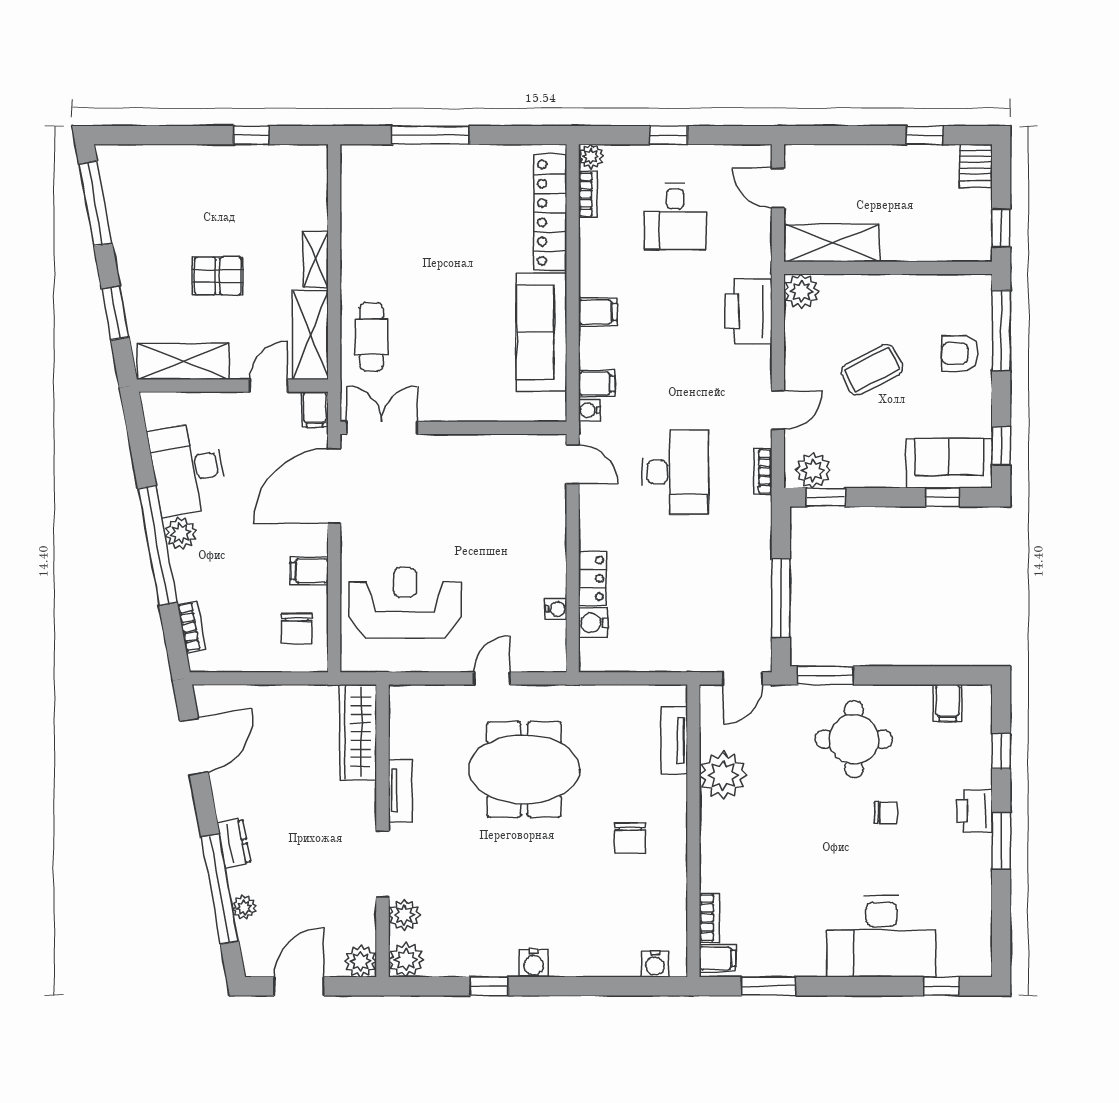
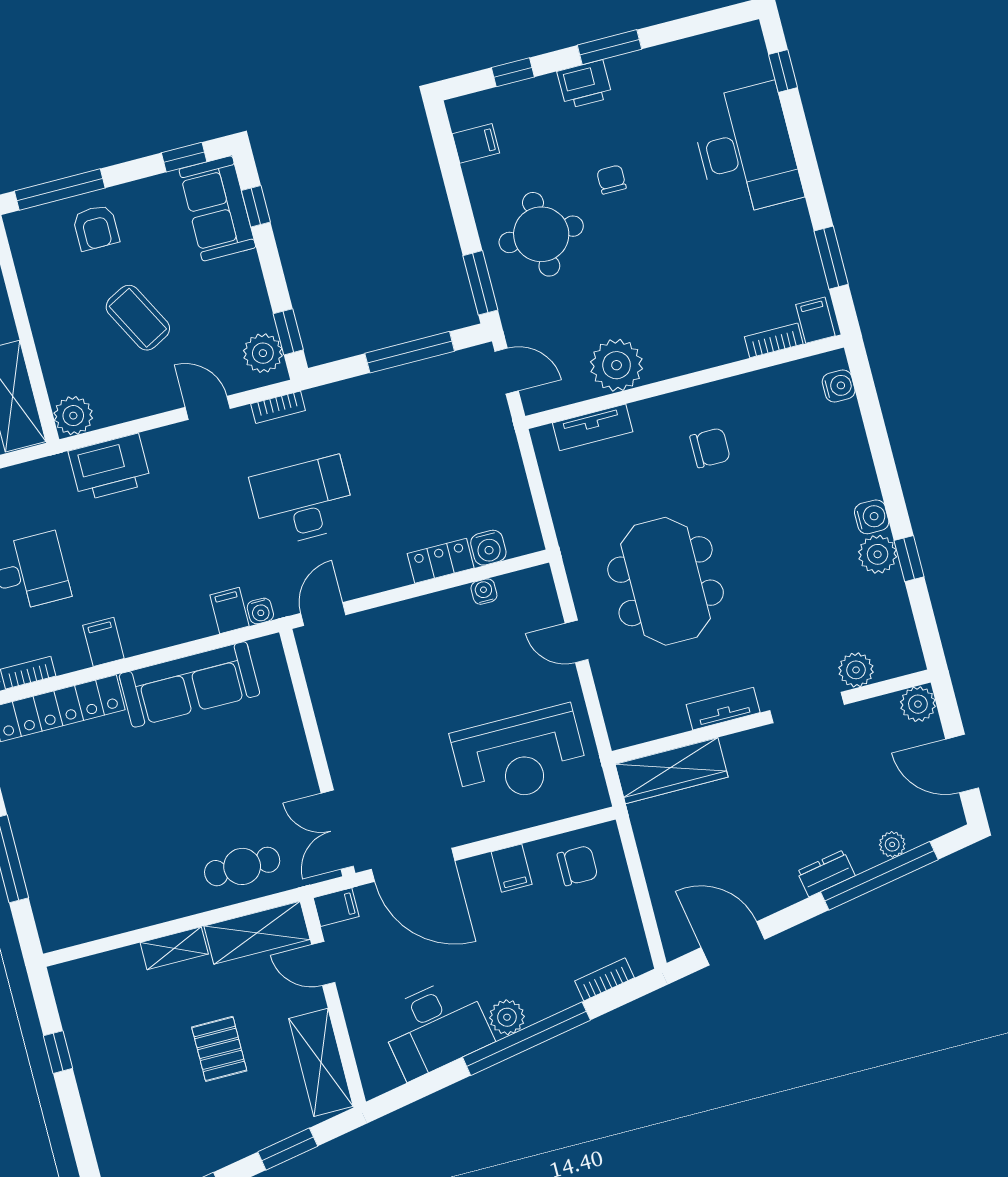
filing cabinet: (598, 312) -> (103, 642), moved
reception desk: (405, 603) -> (519, 756), turned -90
plant: (406, 960) -> (878, 554), moved

